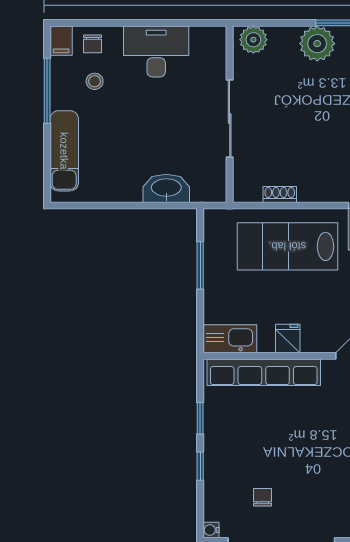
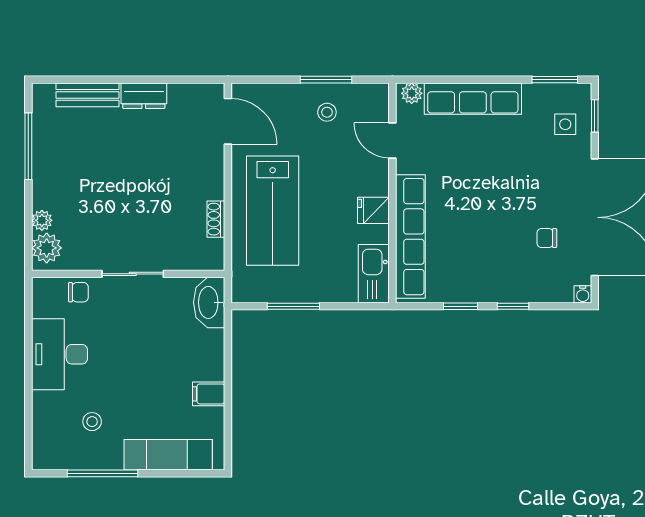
filing cabinet: (61, 41) -> (209, 394), moved, turned 180
chair: (92, 44) -> (78, 292), moved
plant: (317, 44) -> (42, 220), moved, width x0.53, depth x0.53
sliding door: (230, 118) -> (133, 274), width x0.73
washbasin: (166, 188) -> (209, 302), moved

